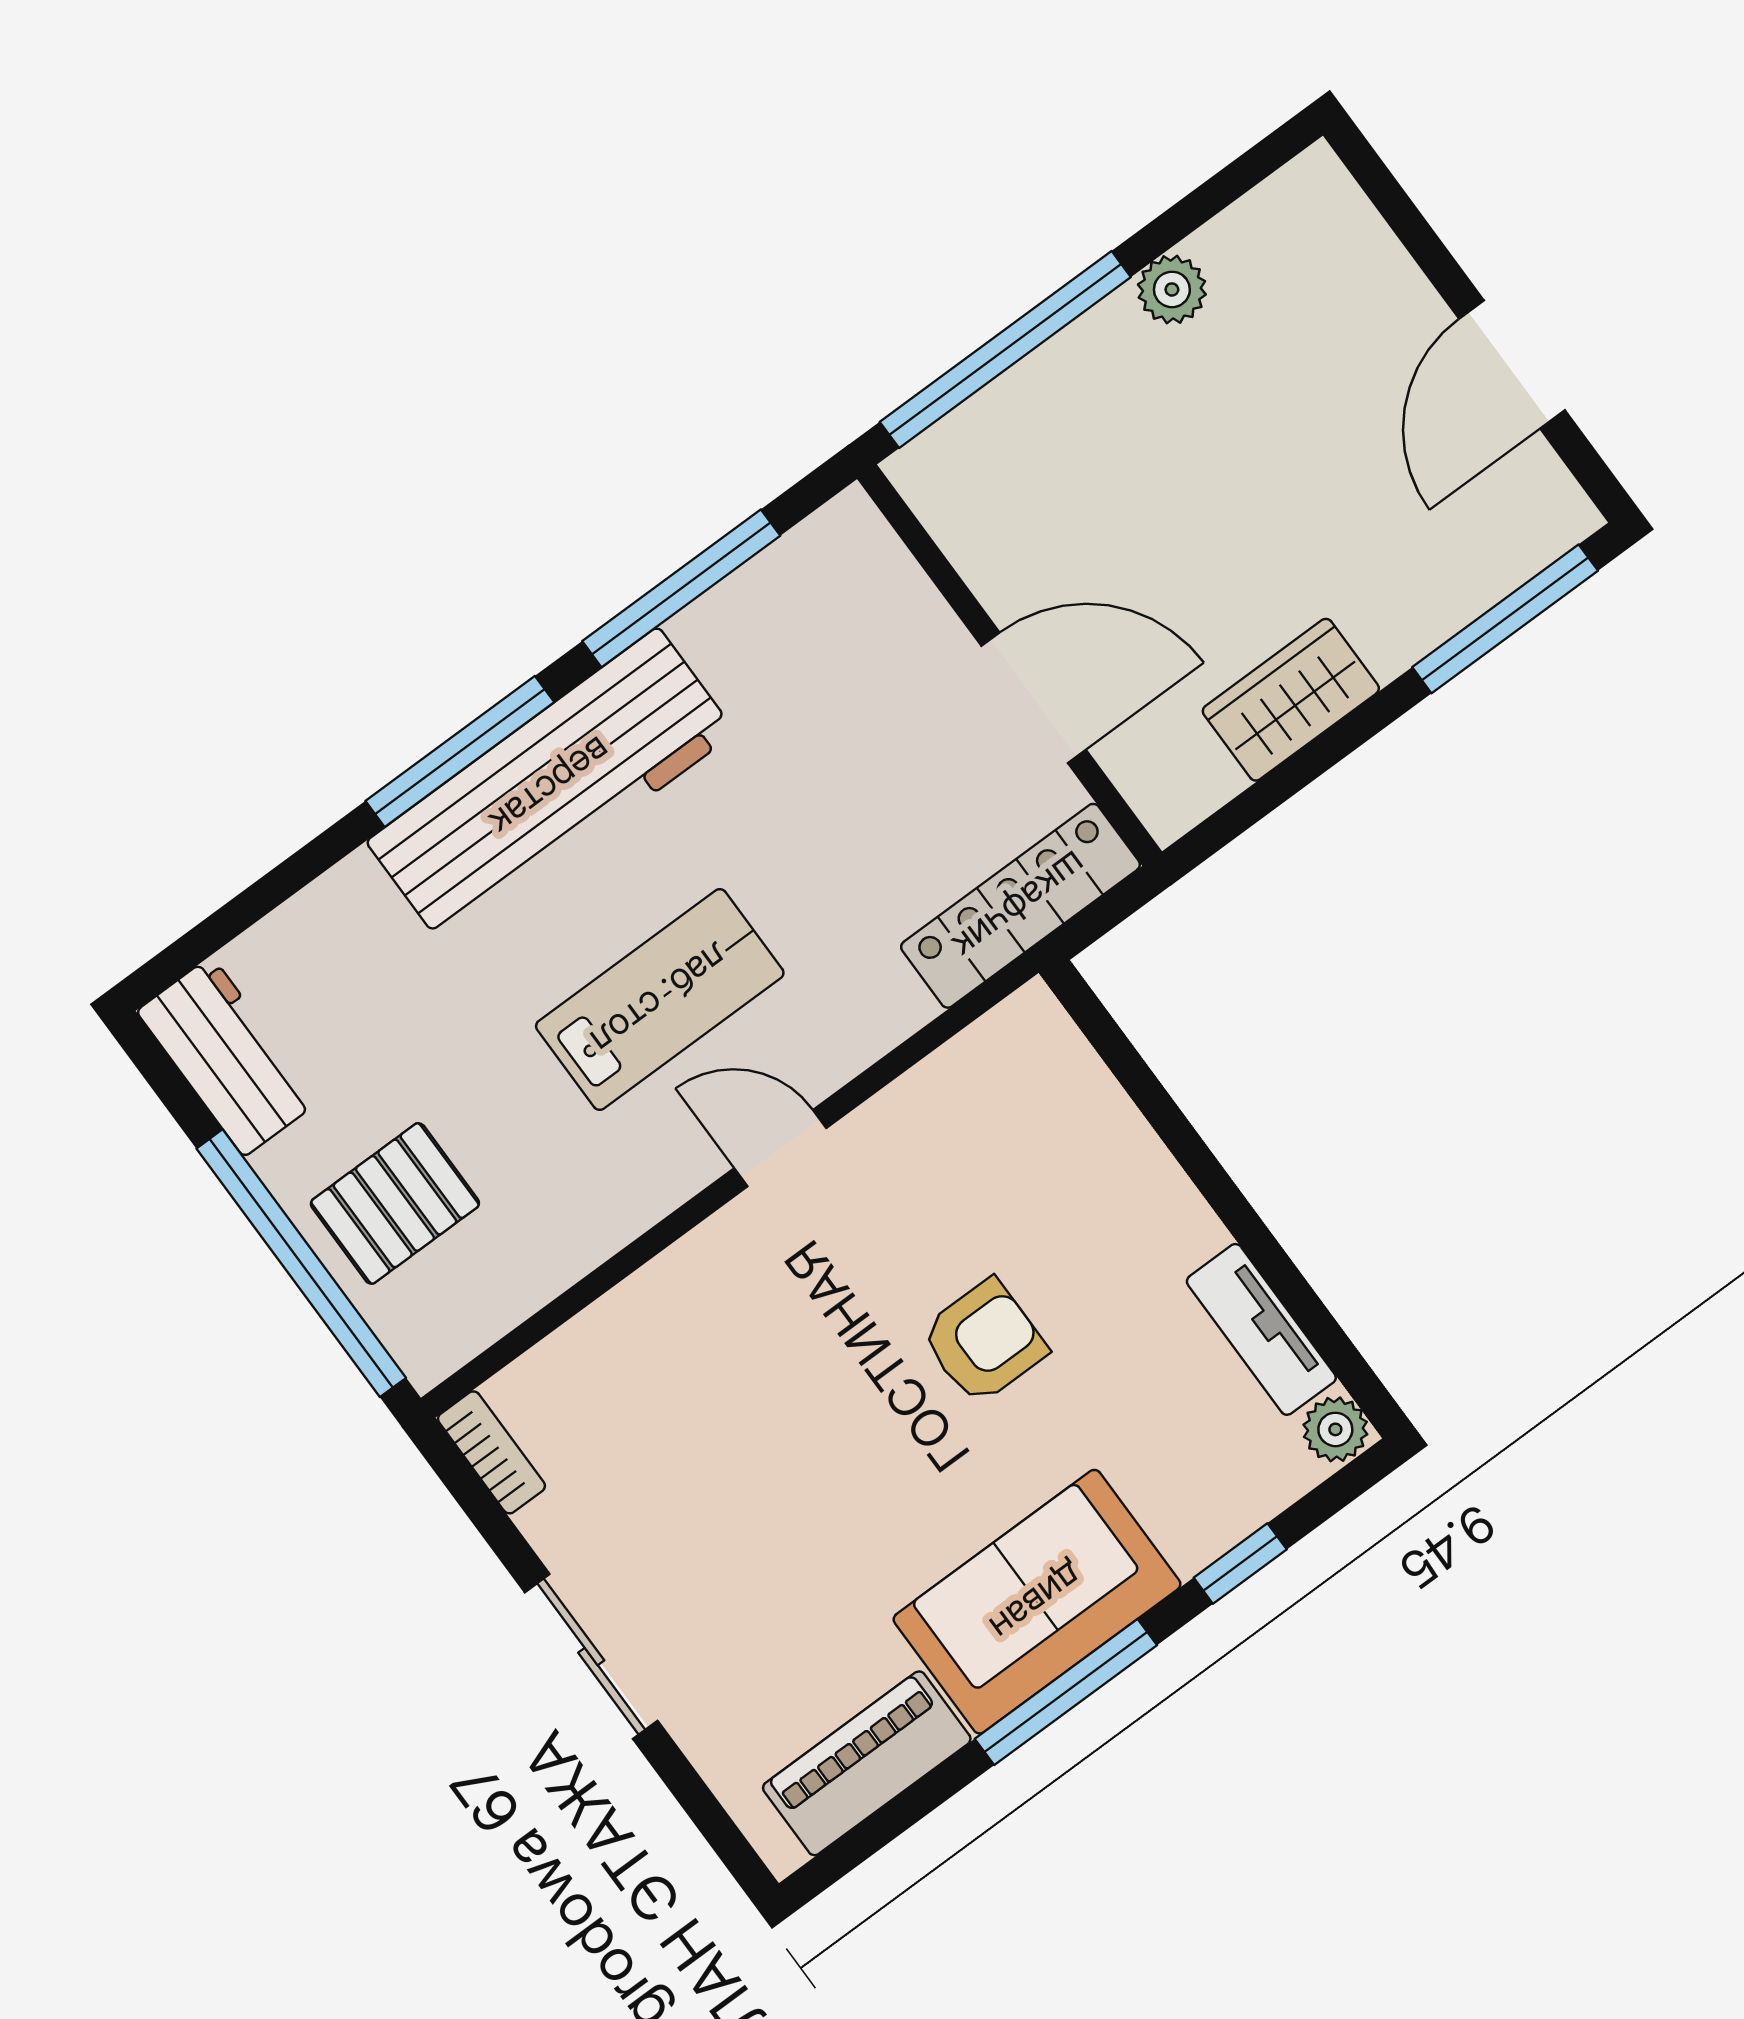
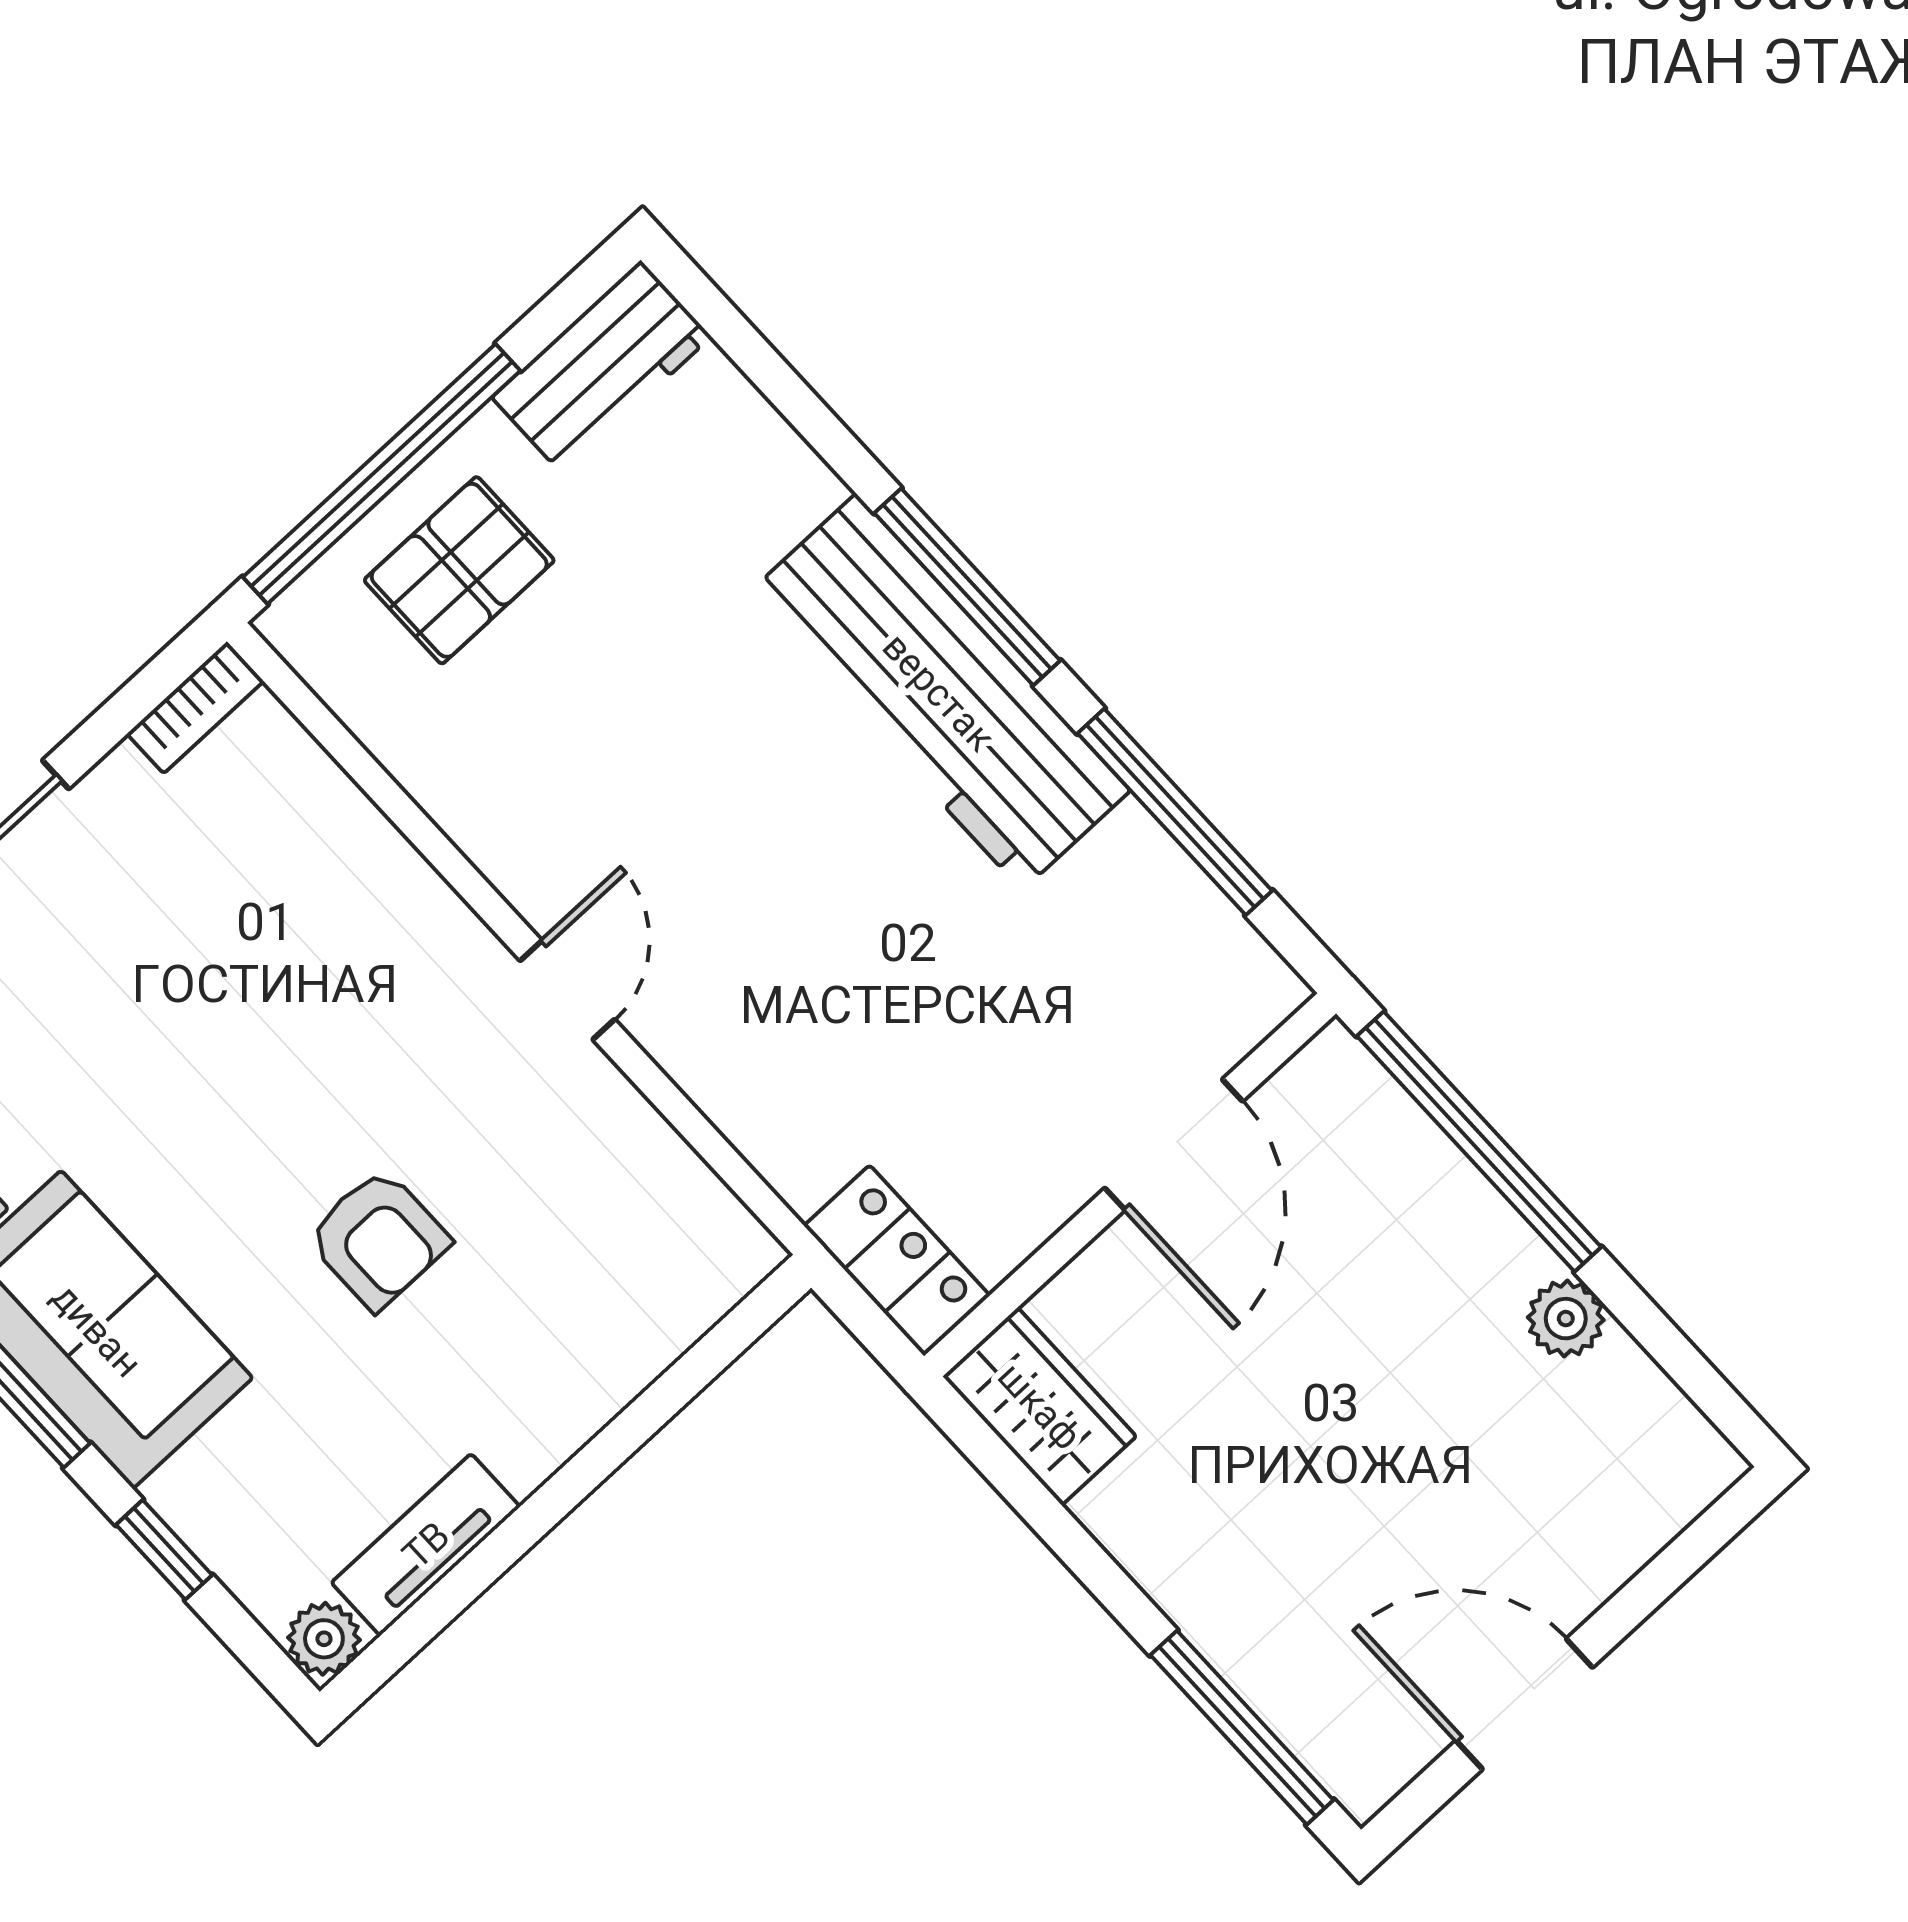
door: (1034, 698) -> (1174, 1145), moved
wardrobe: (1291, 700) -> (1040, 1406), moved
locker: (1020, 906) -> (897, 1261), width x0.66
lab bench: (660, 999) -> (717, 838), removed
pallet: (395, 1203) -> (459, 570), turned 90

